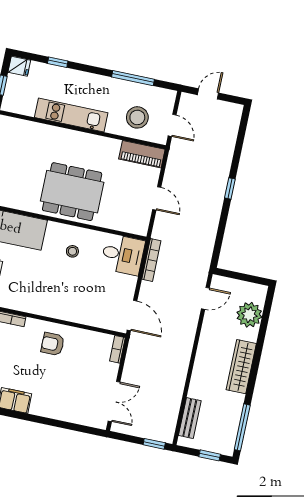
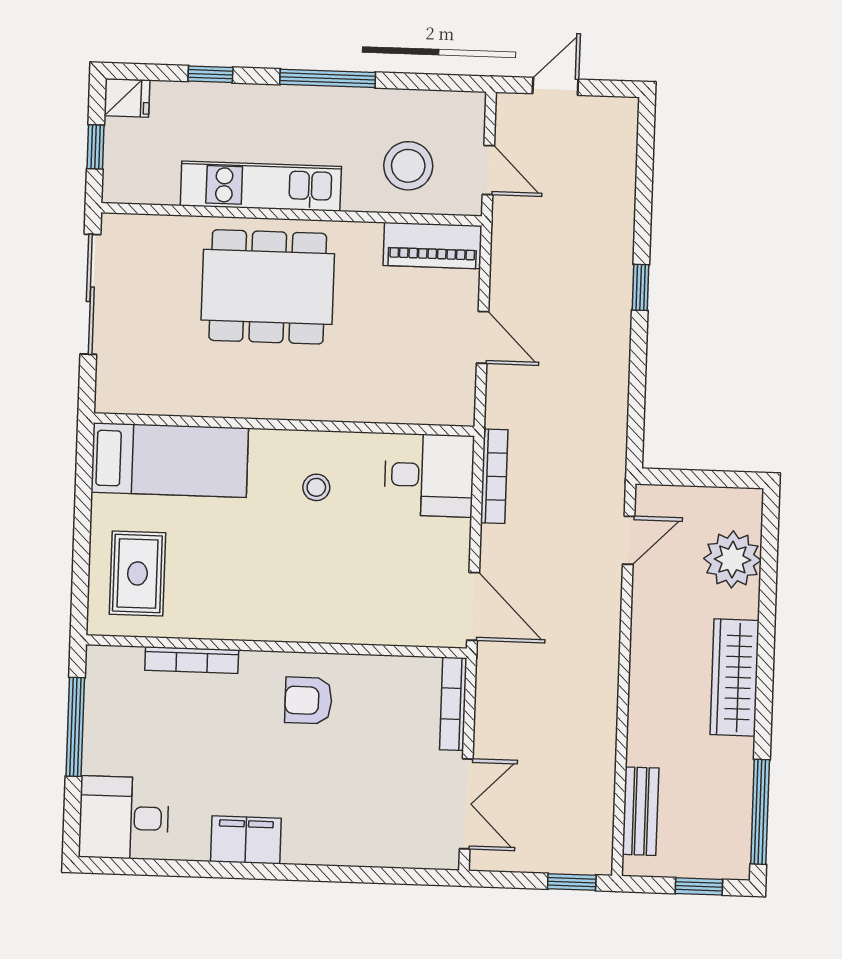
window: (133, 78) -> (328, 78), moved
dining table: (72, 192) -> (268, 287), moved
bookcase: (117, 349) -> (453, 704), width x1.56

